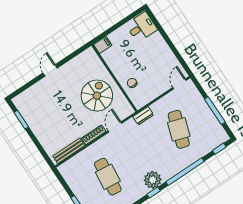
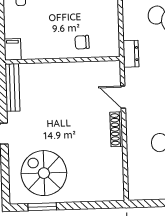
spiral stairs: (97, 96) -> (44, 173), moved
bench: (69, 151) -> (12, 87), moved

